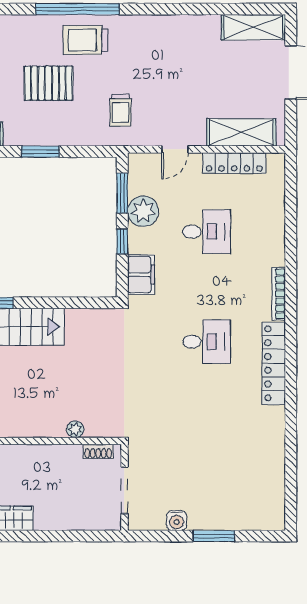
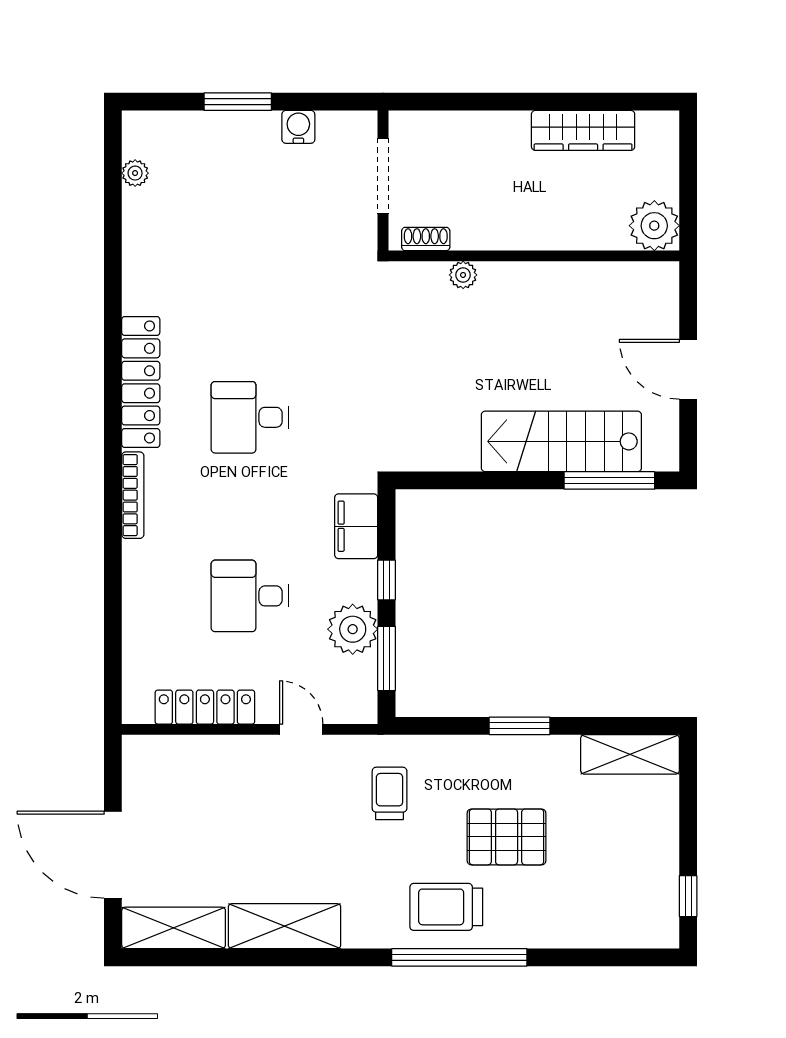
trolley: (86, 40) -> (446, 907), turned 180
shelving: (241, 132) -> (285, 926), moved
door: (175, 149) -> (301, 729), hinge flipped
plant: (277, 492) -> (135, 173), added

